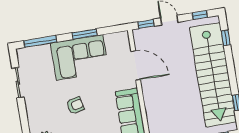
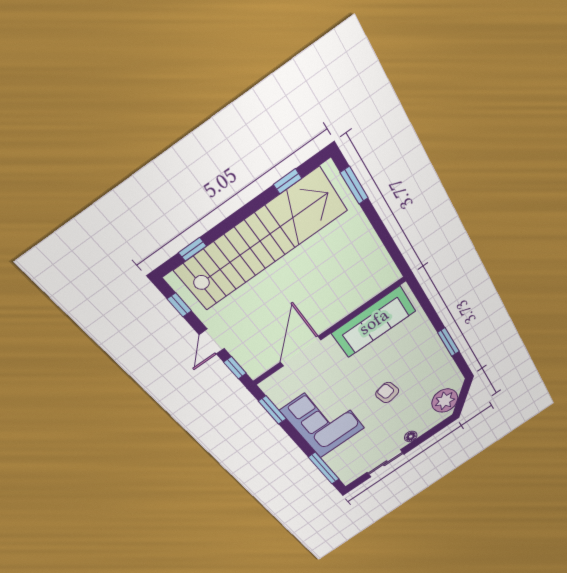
window: (85, 34) -> (272, 410), moved
floor lamp: (30, 108) -> (411, 436), added

